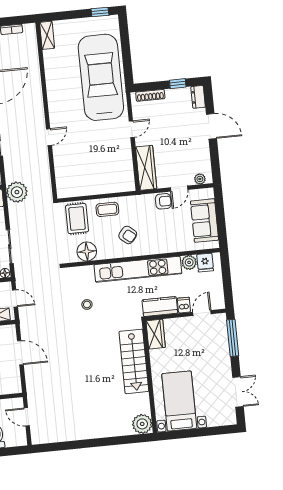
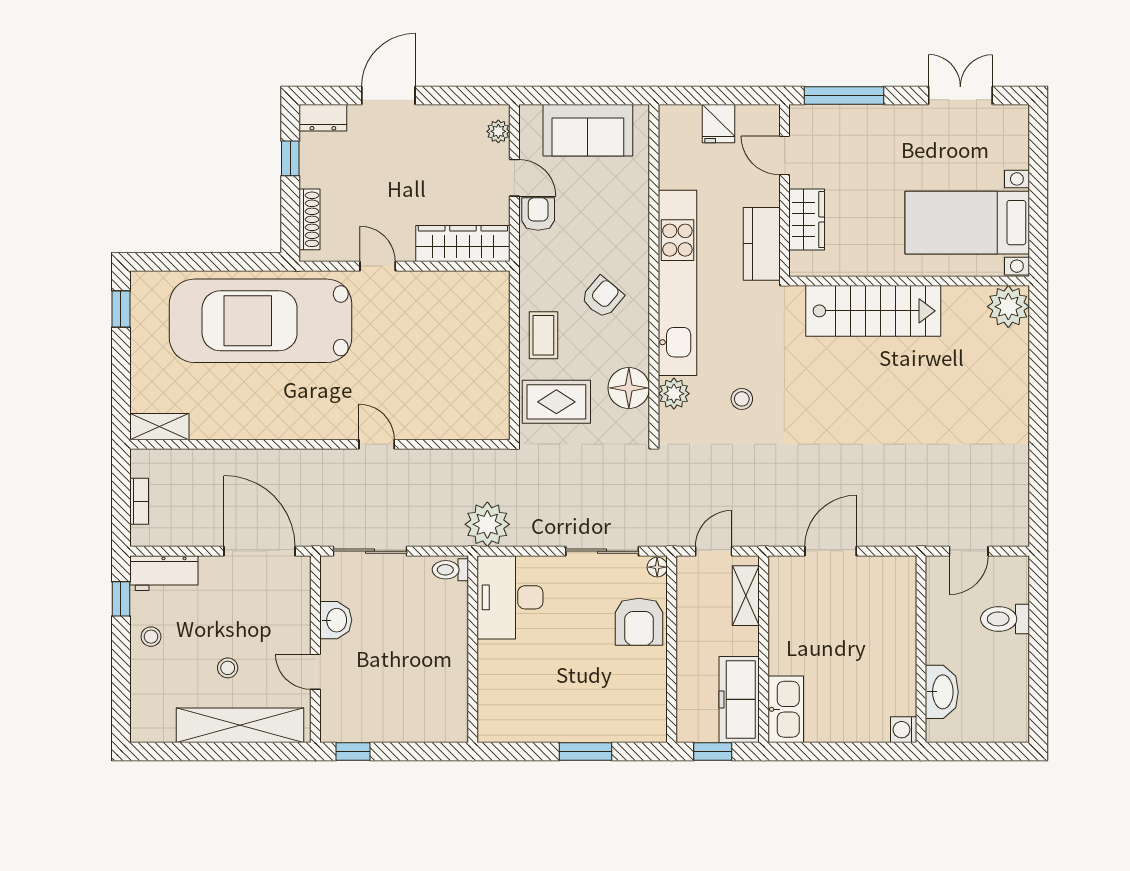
plant: (189, 262) -> (674, 394), moved
fridge: (205, 263) -> (719, 124), moved, turned 90
dishwasher: (184, 305) -> (764, 192), removed
wardrobe: (156, 334) -> (807, 220), moved, turned 90

